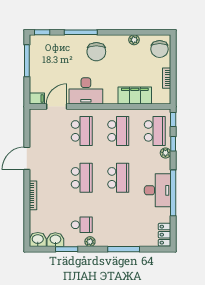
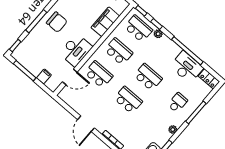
filing cabinet: (37, 99) -> (44, 76), moved
door: (57, 107) -> (70, 77), swing flipped
desk: (158, 190) -> (187, 67), moved
school desk: (82, 225) -> (178, 103), moved

